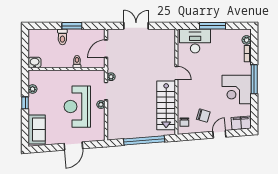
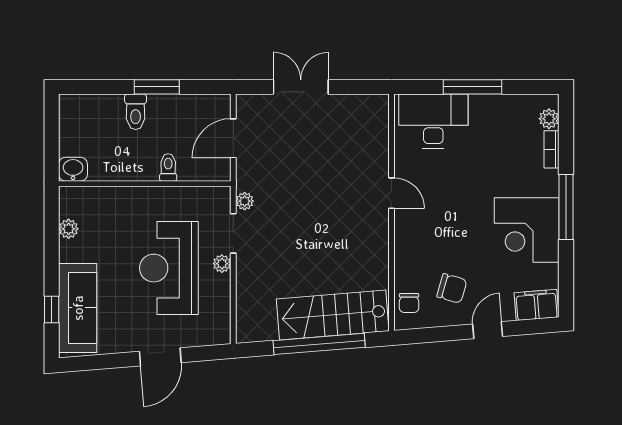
window: (25, 103) -> (52, 310), moved
stairs: (166, 105) -> (333, 315), moved, turned 85
sofa: (37, 130) -> (78, 308), width x1.36

